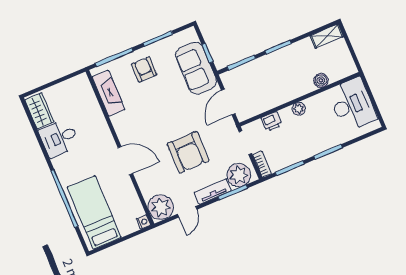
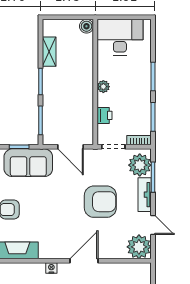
shelving: (327, 36) -> (49, 52), moved
boiler: (321, 80) -> (86, 26), moved
nightstand: (143, 222) -> (51, 268), moved

